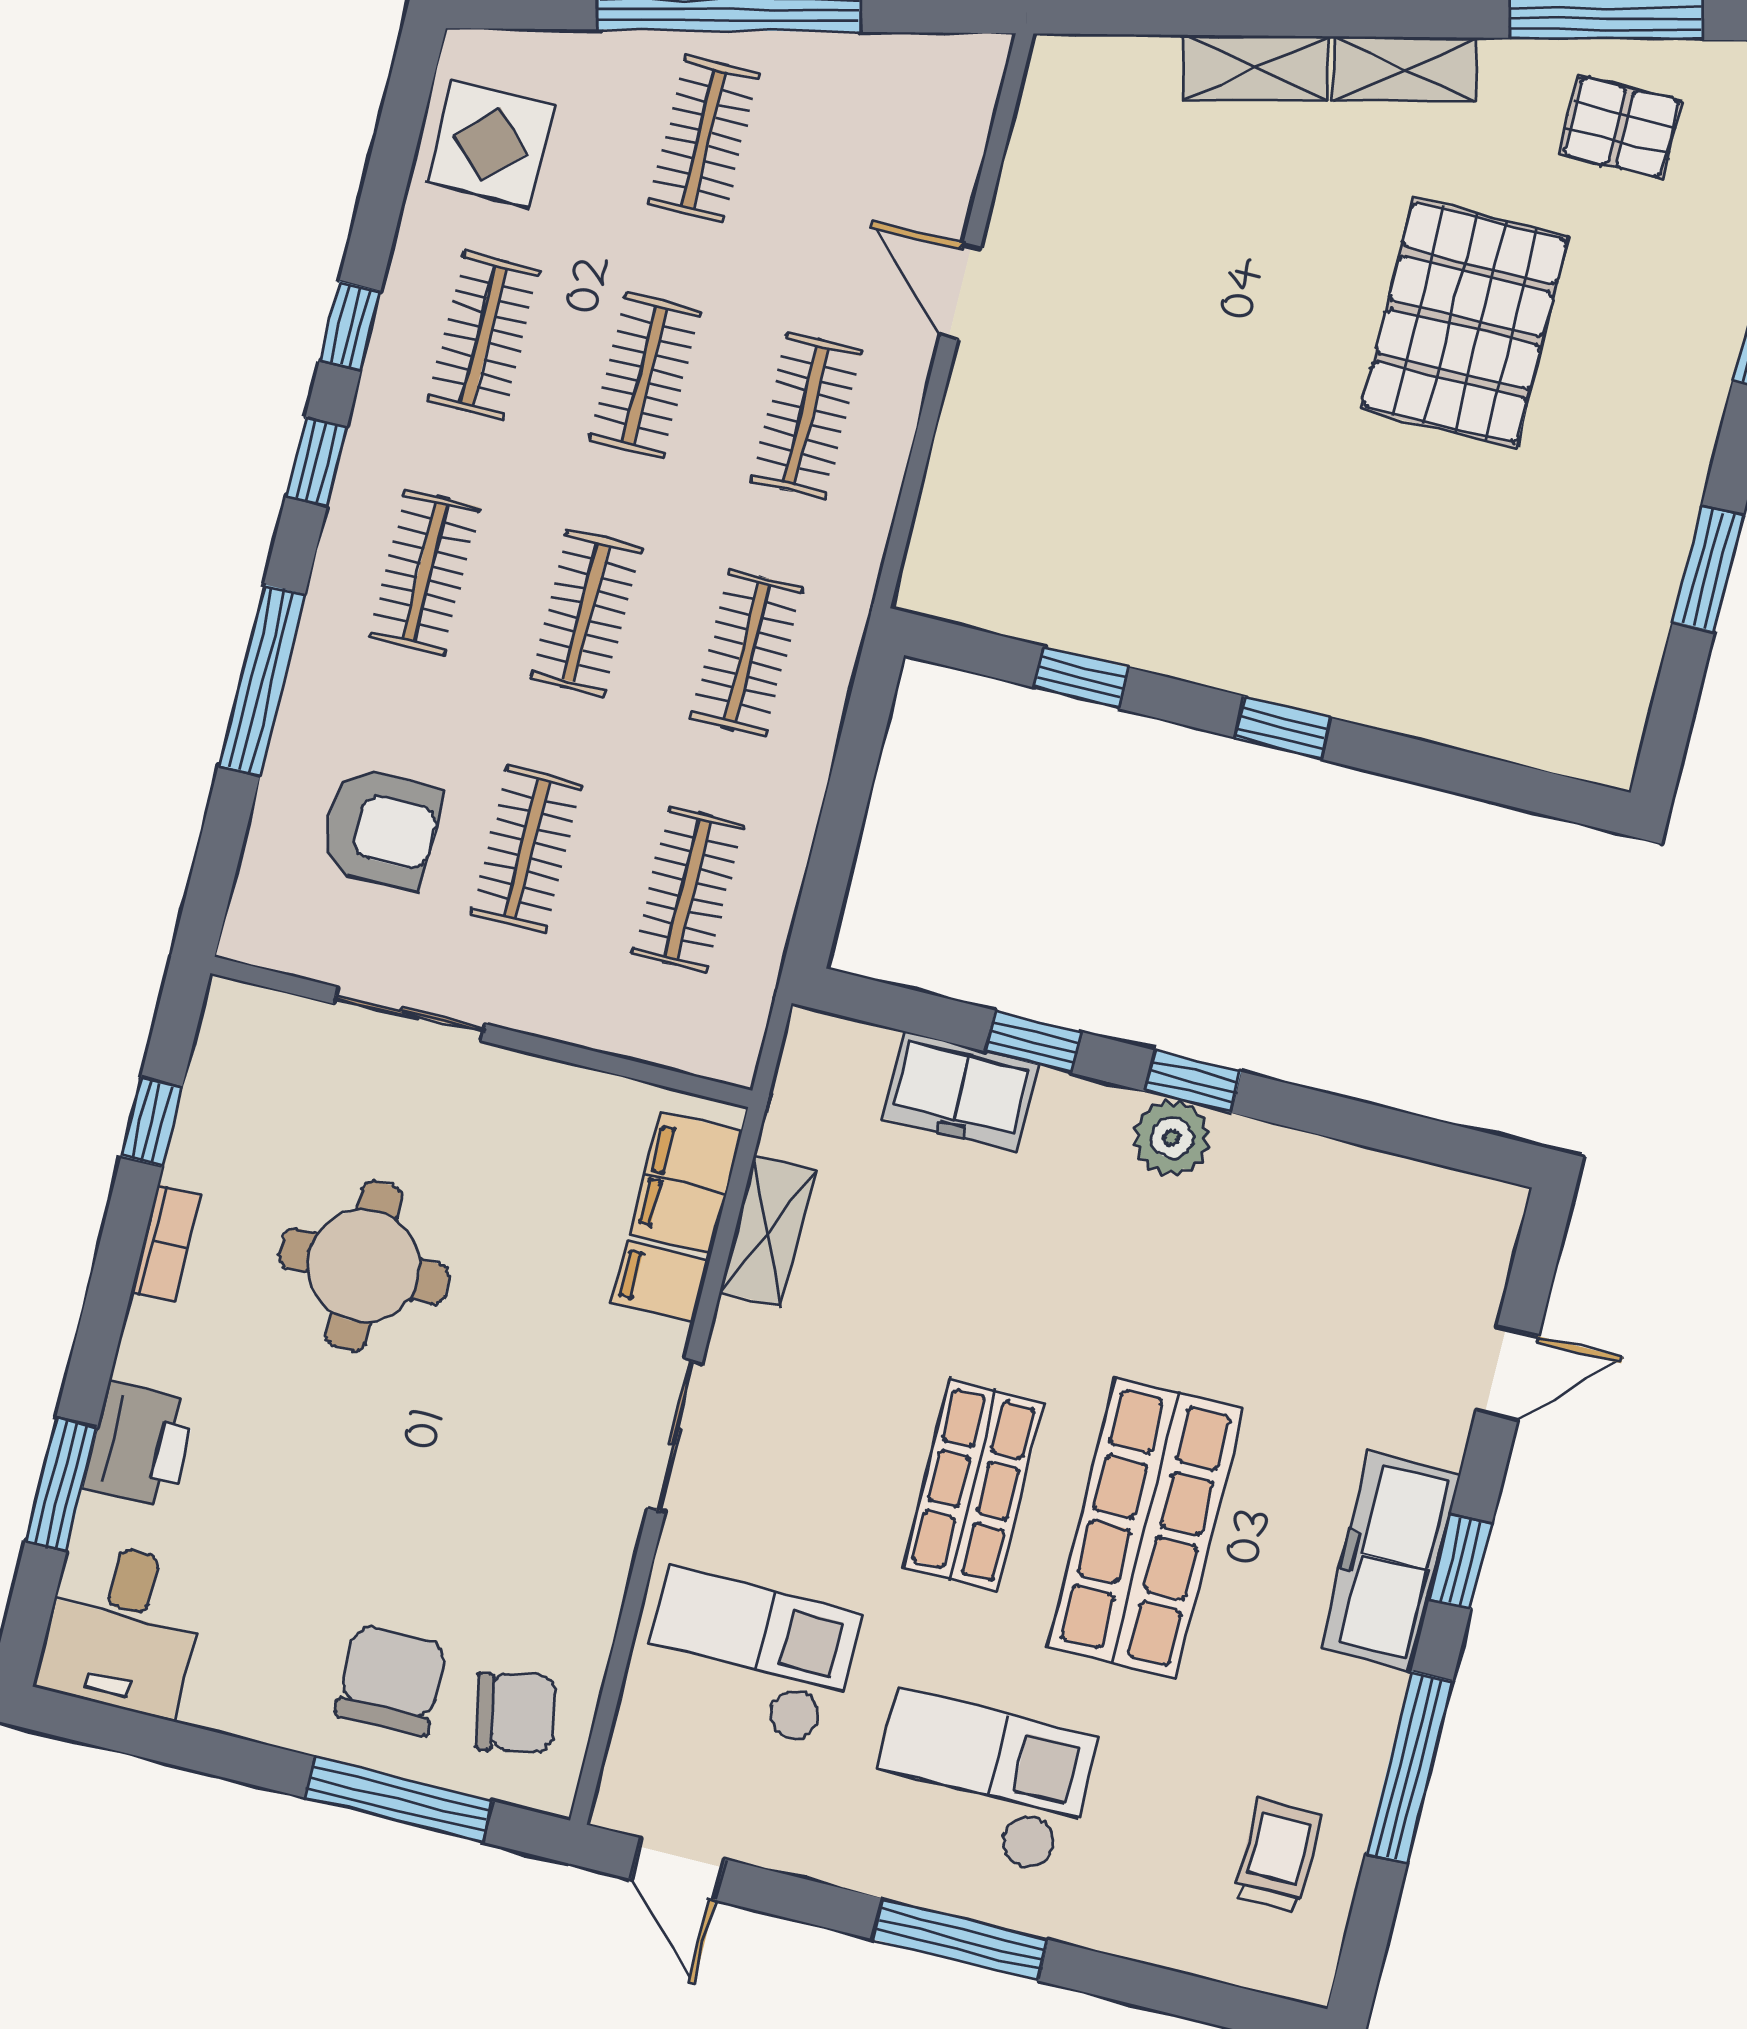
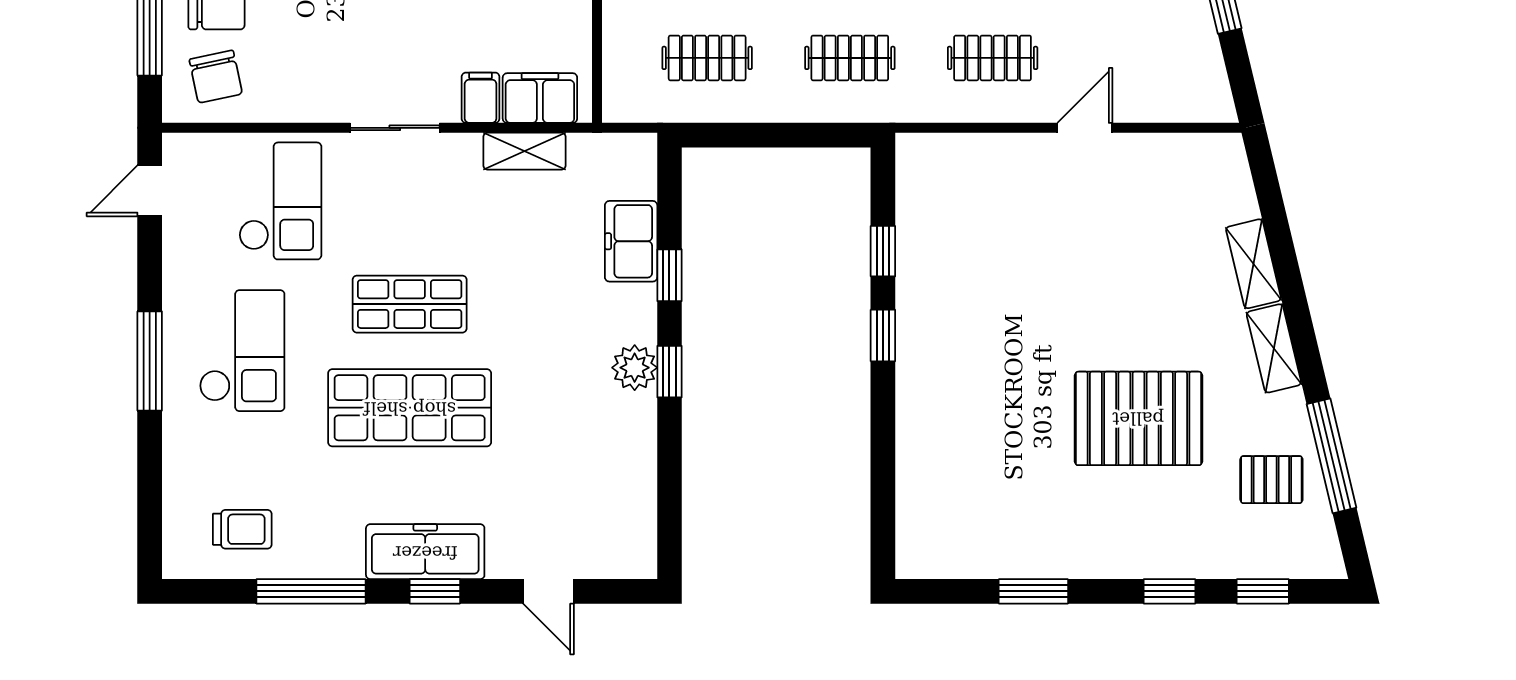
pallet: (1621, 127) -> (1271, 480), turned 90
window: (1283, 728) -> (883, 335), moved

